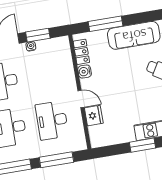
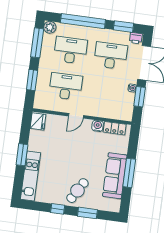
window: (105, 24) -> (129, 173), moved
fridge: (94, 116) -> (38, 121), moved, turned -90
window: (56, 160) -> (32, 80), width x0.69

